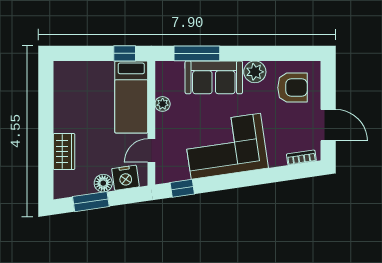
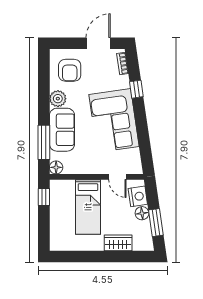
floor lamp: (164, 70) -> (56, 167), added
armchair: (292, 88) -> (70, 70), turned 180
bed: (131, 97) -> (88, 207), moved, turned 90
plant: (163, 104) -> (82, 168), removed
window: (182, 188) -> (136, 89), moved

